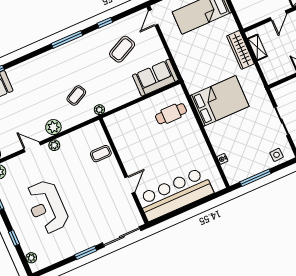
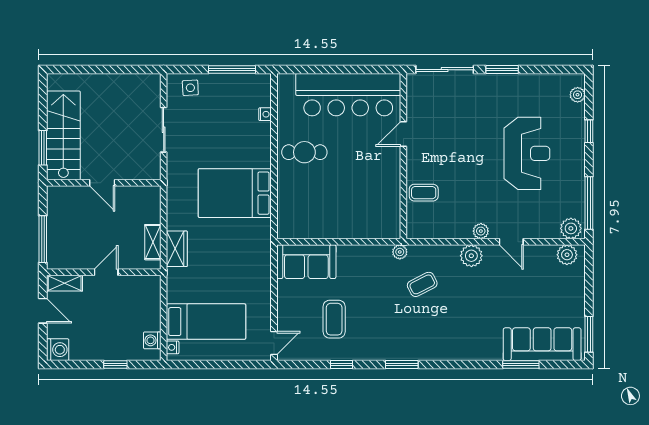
window: (67, 39) -> (402, 365), width x0.69
coffee table: (122, 49) -> (334, 319), turned -64
wardrobe: (240, 50) -> (177, 249), width x0.67
cafe table: (171, 114) -> (304, 152), moved

